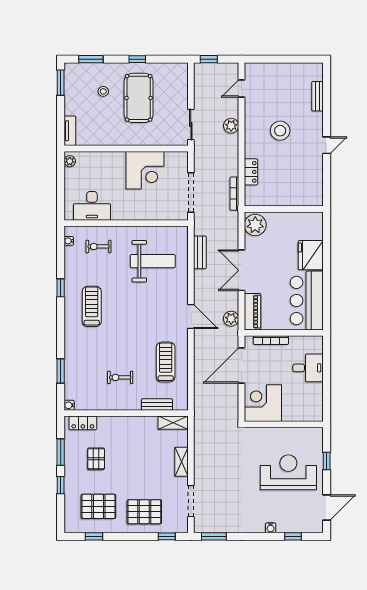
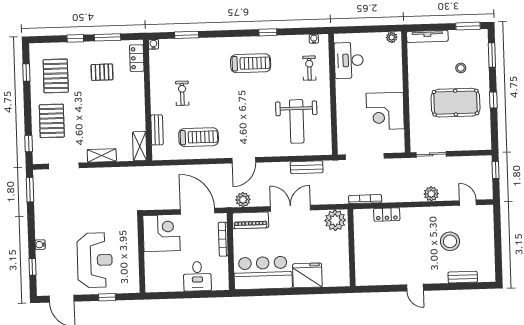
tv unit: (70, 131) -> (427, 36), width x1.41
stool: (280, 131) -> (450, 241), moved

